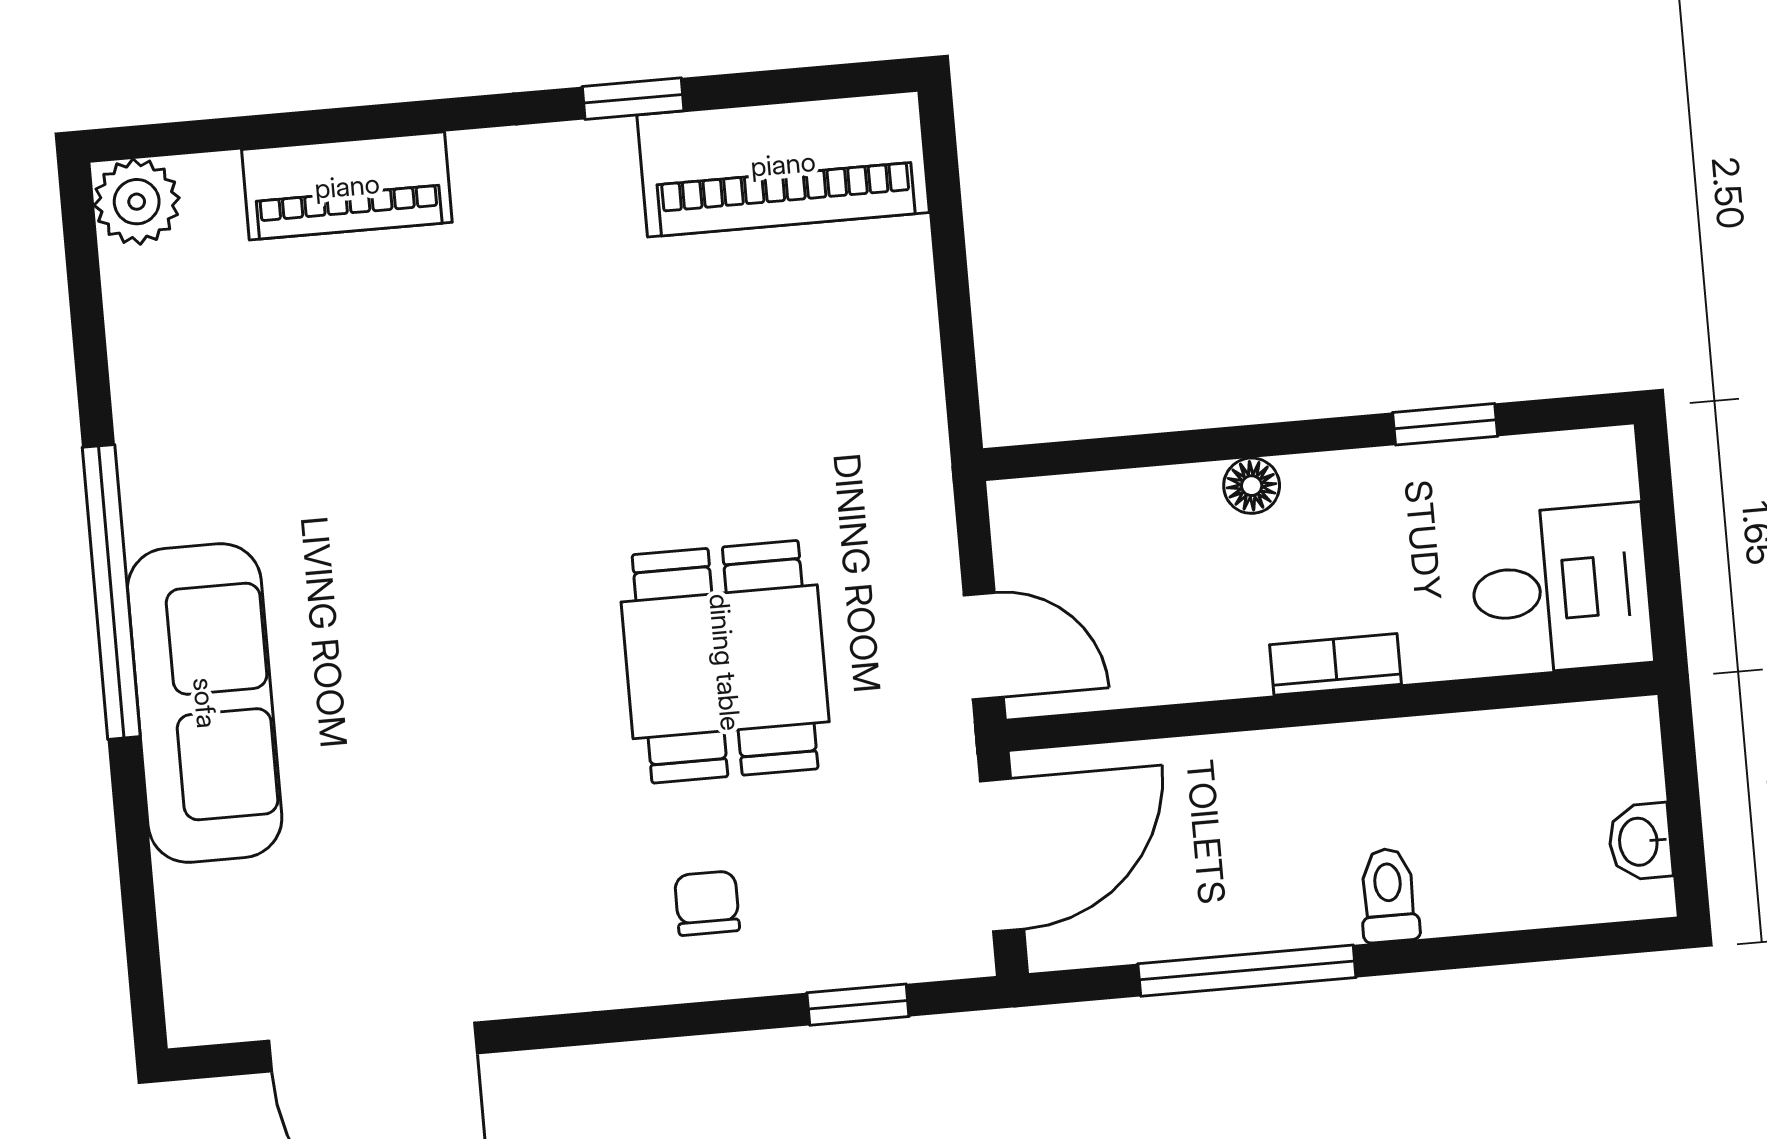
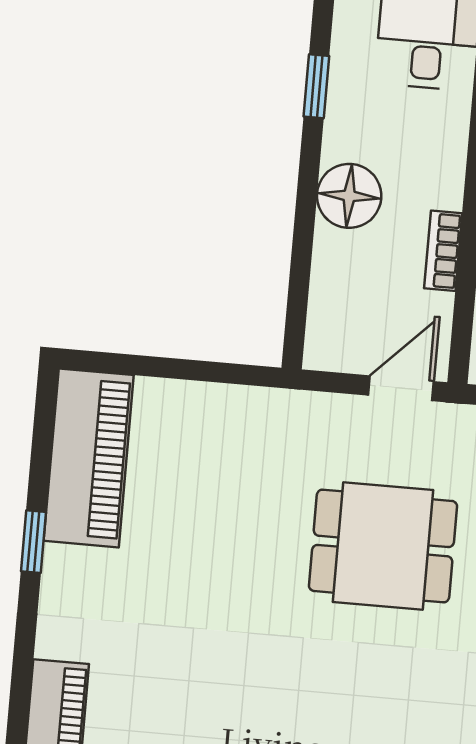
floor lamp: (1252, 486) -> (349, 196), width x1.89, depth x1.89
bookcase: (1336, 664) -> (443, 251), moved

